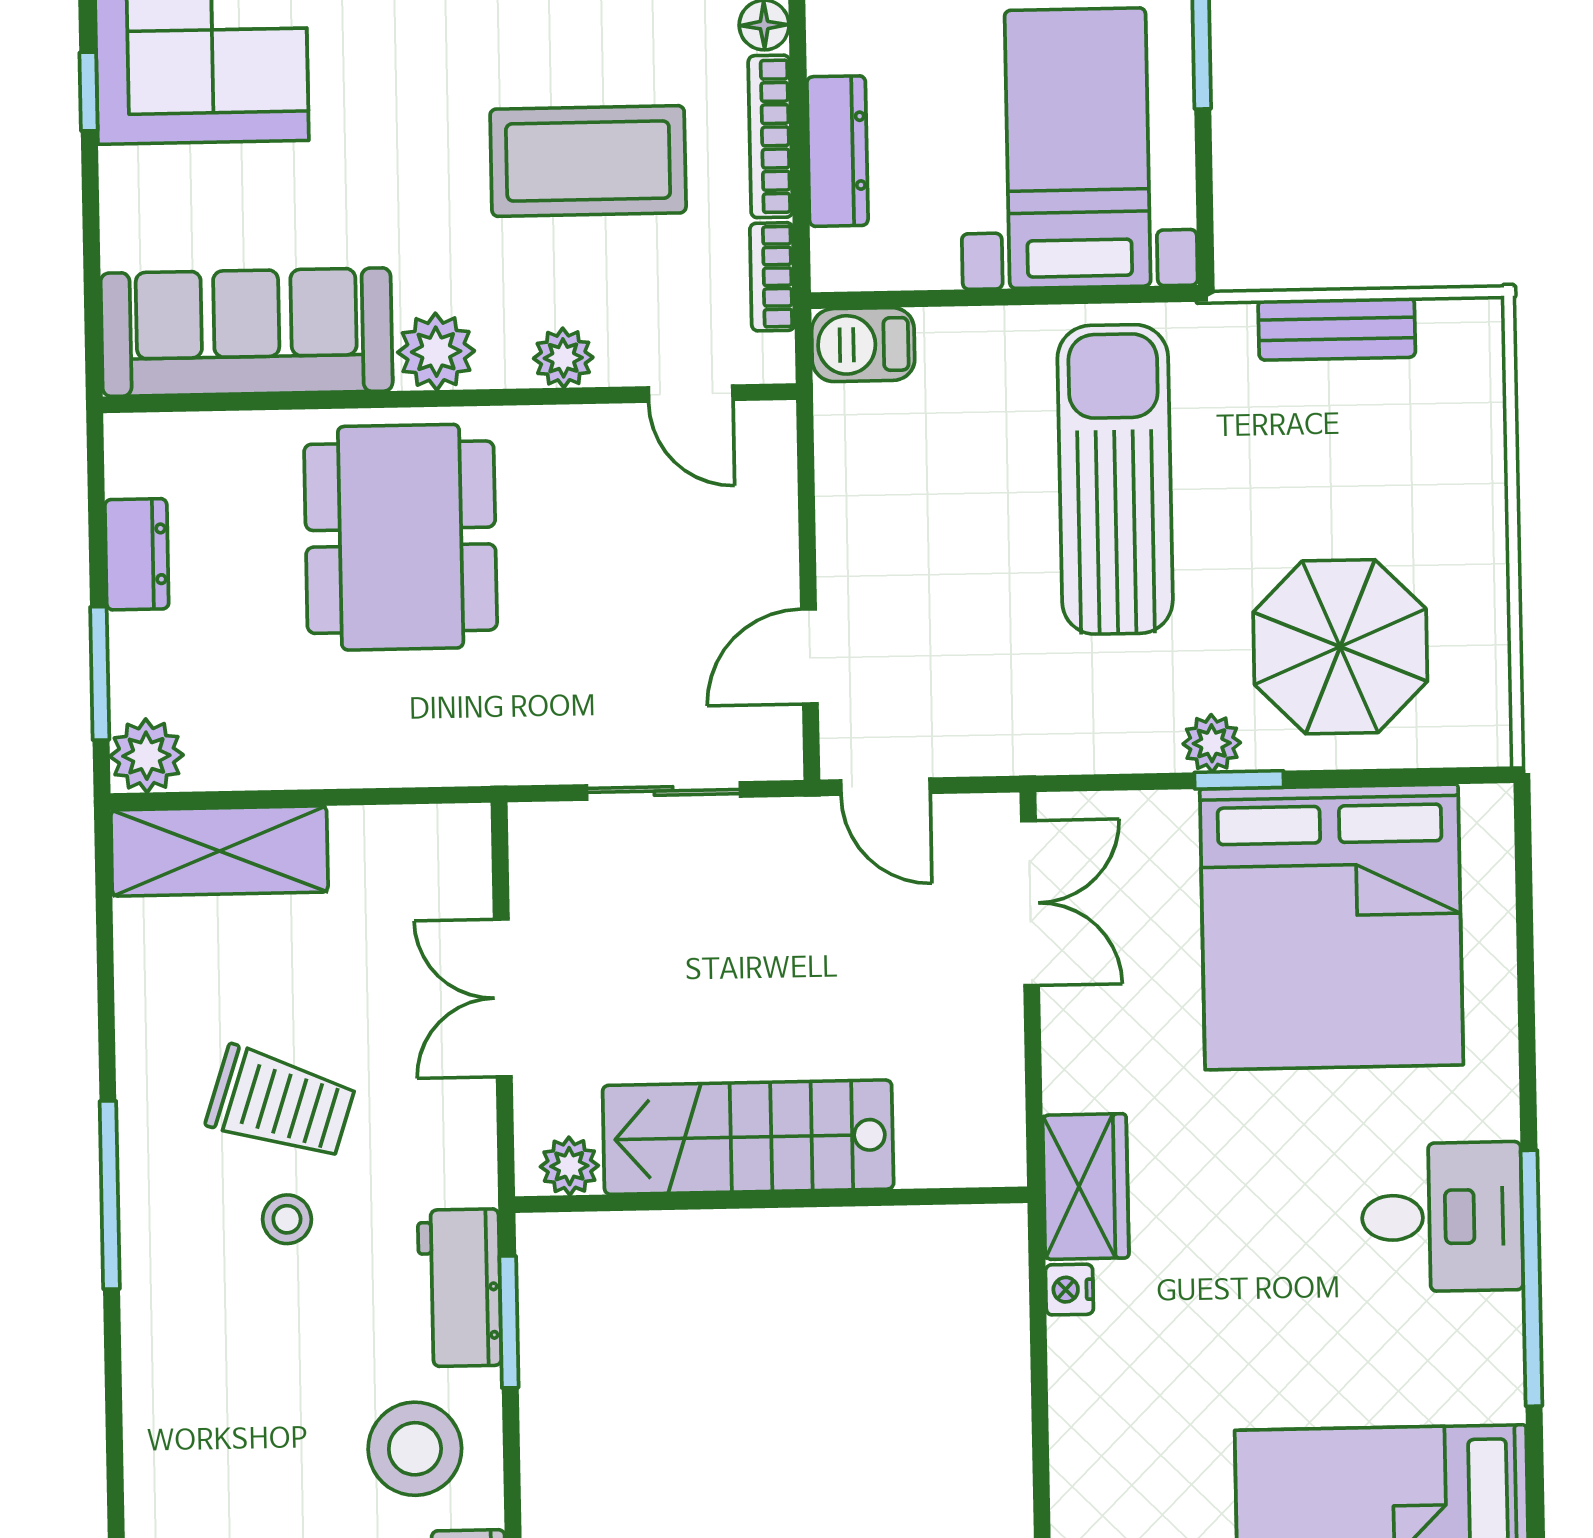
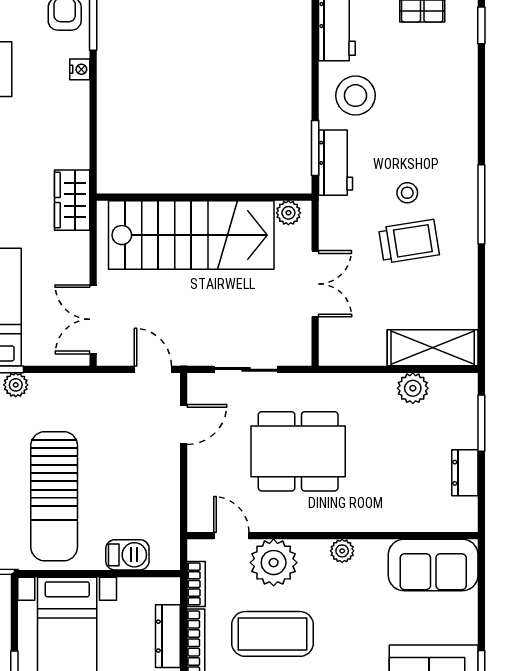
sofa: (247, 332) -> (433, 565), width x0.73
barbecue: (863, 345) -> (127, 555), moved
plant: (436, 352) -> (342, 551), width x0.73, depth x0.73
plant: (563, 358) -> (274, 563), width x1.87, depth x1.87
dining table: (401, 537) -> (298, 451), moved, turned 90
plant: (146, 756) -> (413, 388), moved
trolley: (281, 1103) -> (409, 241), turned 153
stairs: (748, 1137) -> (191, 235), width x1.36, depth x1.51
nightstand: (1069, 1290) -> (80, 69), moved

